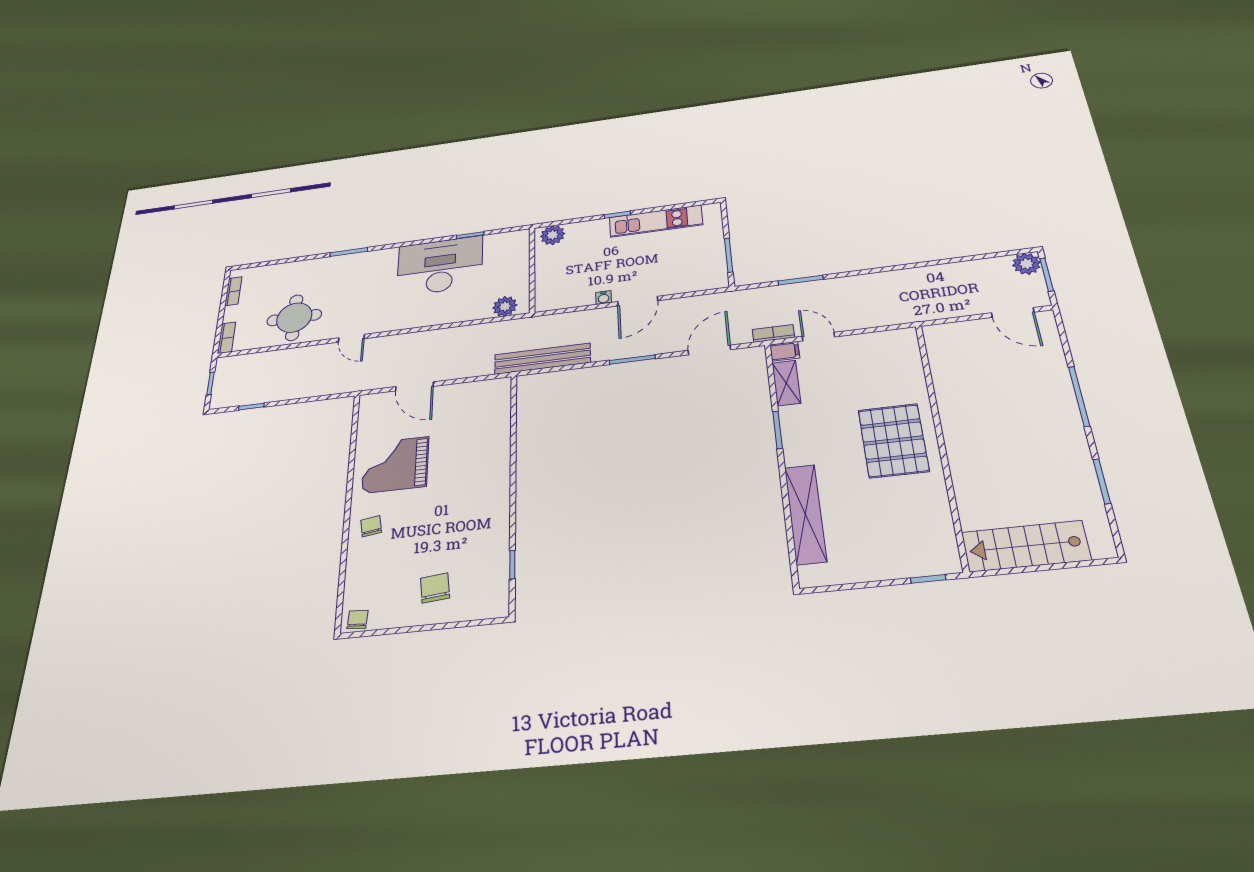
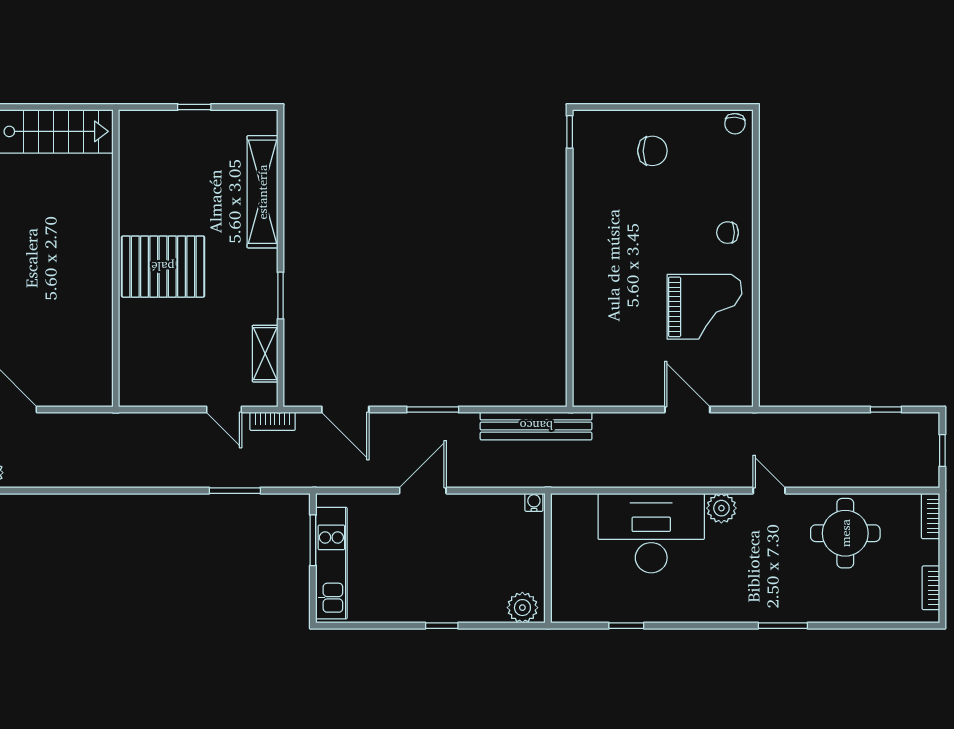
kitchen unit: (656, 221) -> (331, 563), moved, turned 90
desk: (440, 266) -> (651, 533), moved, turned 180
water cooler: (604, 298) -> (534, 502), moved
plant: (505, 306) -> (721, 508), moved
door: (709, 350) -> (345, 410), hinge flipped
filing cabinet: (785, 351) -> (263, 395), removed
pallet: (893, 441) -> (163, 267), turned 90
chair: (371, 526) -> (728, 233), turned 99
window: (512, 565) -> (570, 132), moved
window: (928, 579) -> (194, 107), moved
chair: (435, 588) -> (652, 151), turned -84

